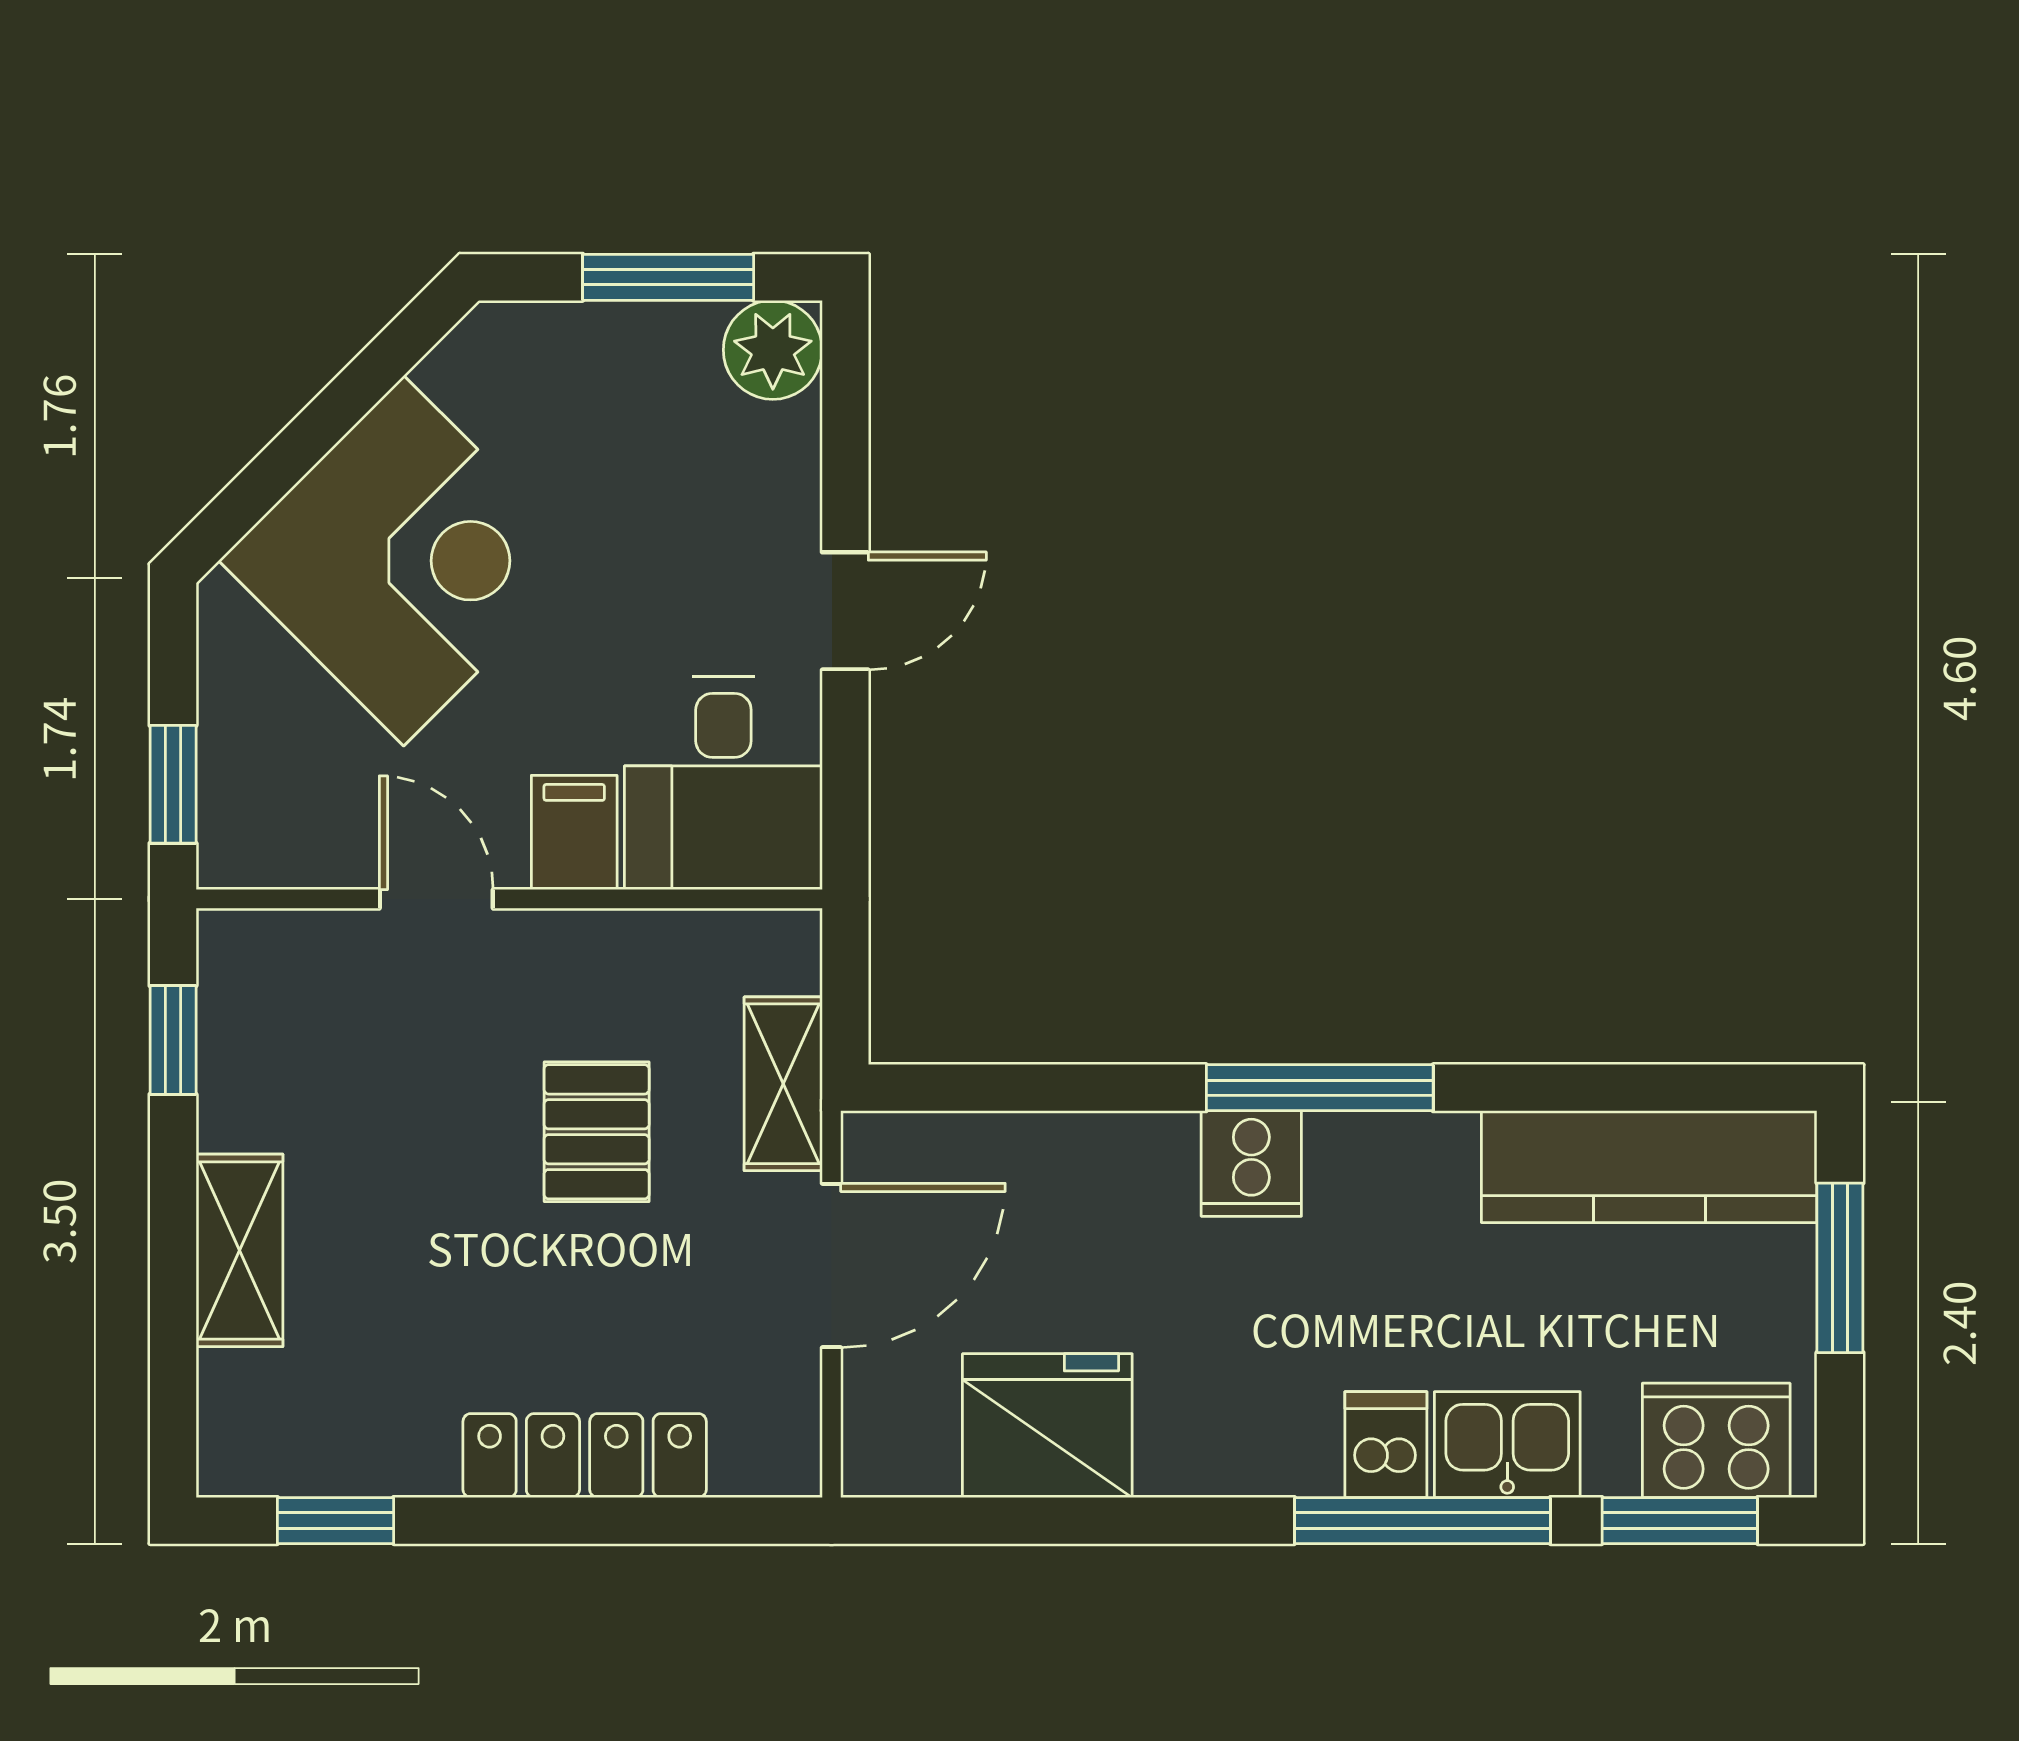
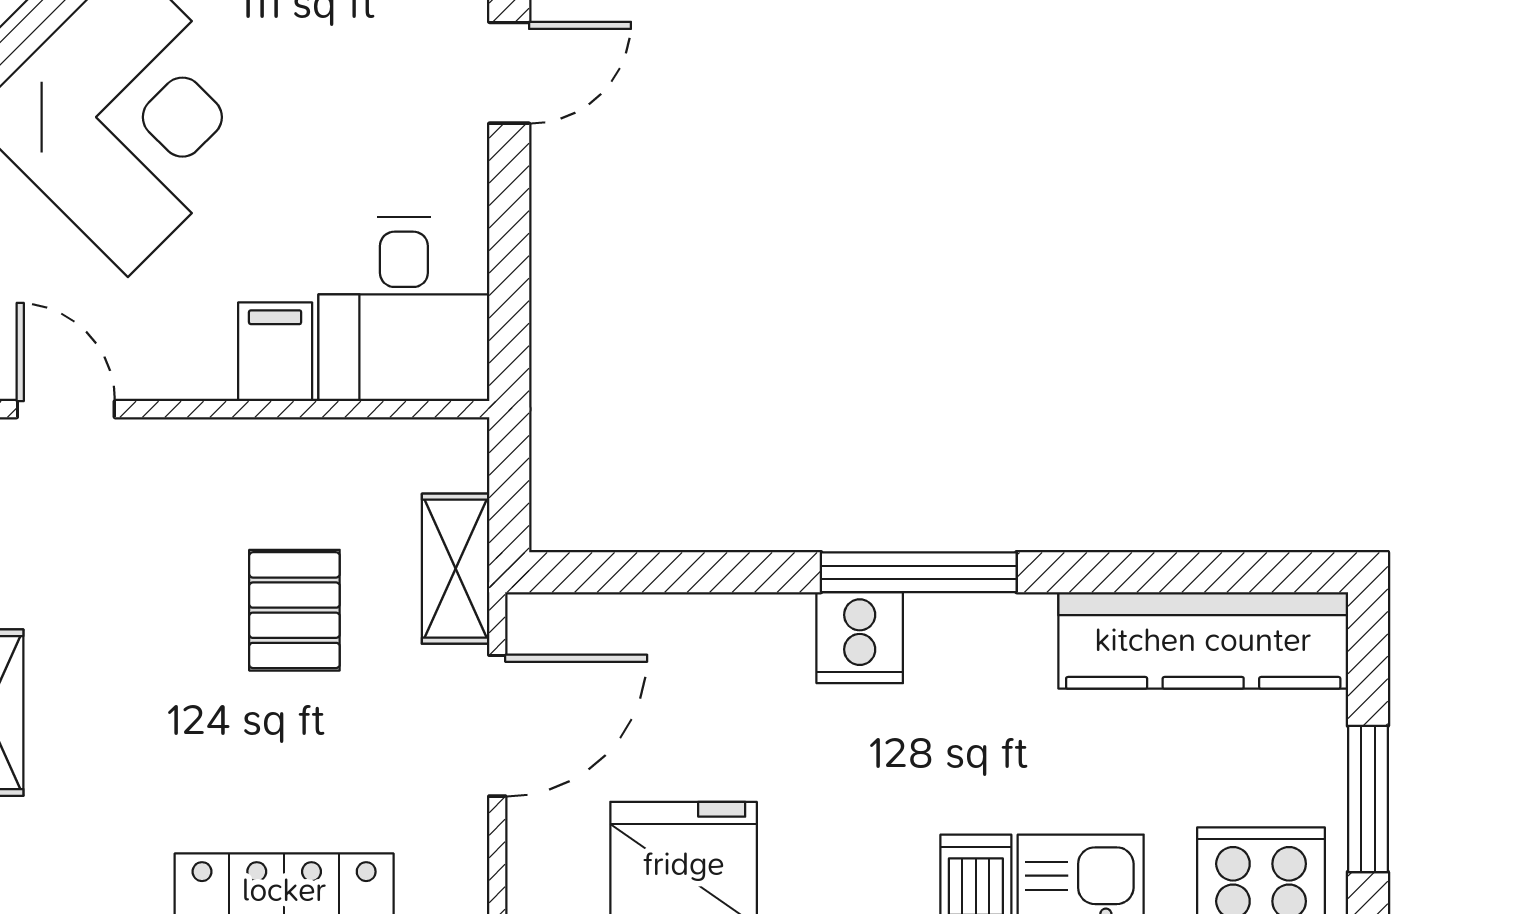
door: (845, 611) -> (509, 73), moved
door: (436, 899) -> (66, 409), moved
window: (1840, 1268) -> (1368, 799), moved

